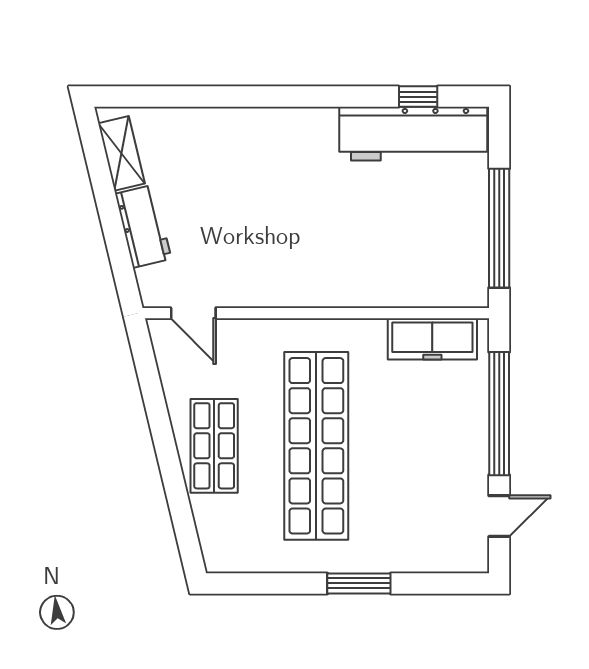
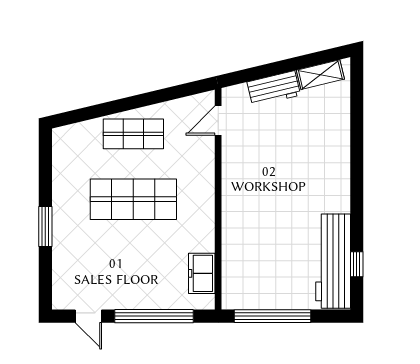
freezer: (432, 339) -> (202, 273), width x0.71
shop shelf: (316, 446) -> (133, 199), width x0.71

